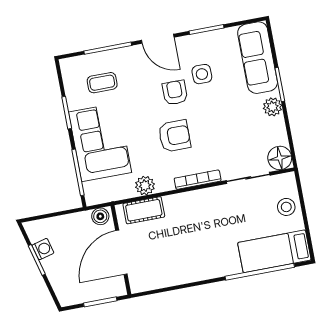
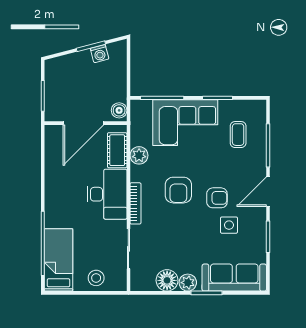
floor lamp: (280, 158) -> (167, 280), moved
desk: (193, 212) -> (107, 194), added
door: (121, 252) -> (83, 123), swing flipped

